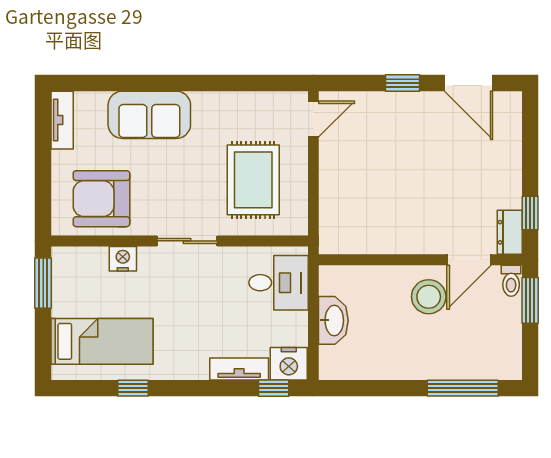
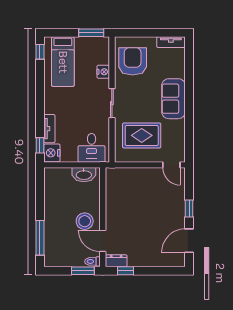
sofa: (149, 115) -> (174, 99), moved
washbasin: (333, 320) -> (84, 175), moved
window: (133, 388) -> (40, 52), moved

